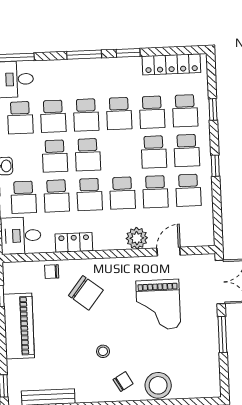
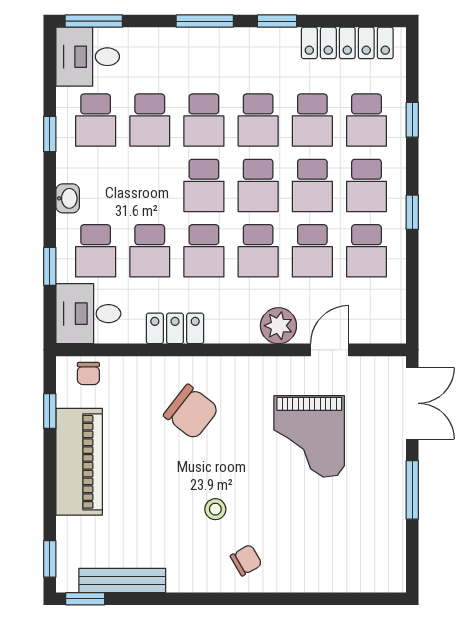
school desk: (55, 156) -> (258, 185), moved
chair: (52, 272) -> (88, 373), moved, turned -90
stool: (158, 385) -> (303, 569), removed

